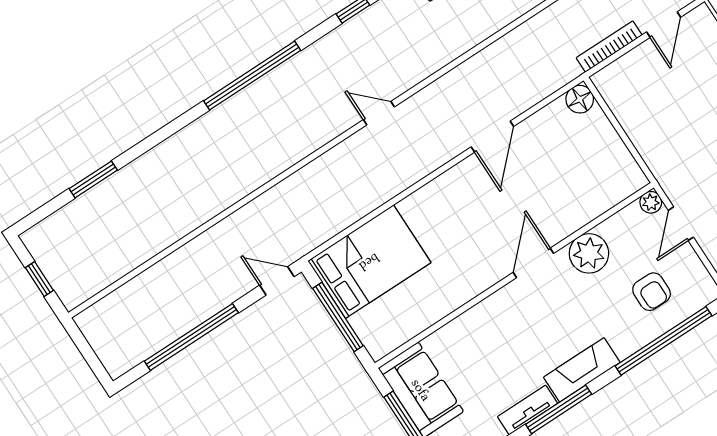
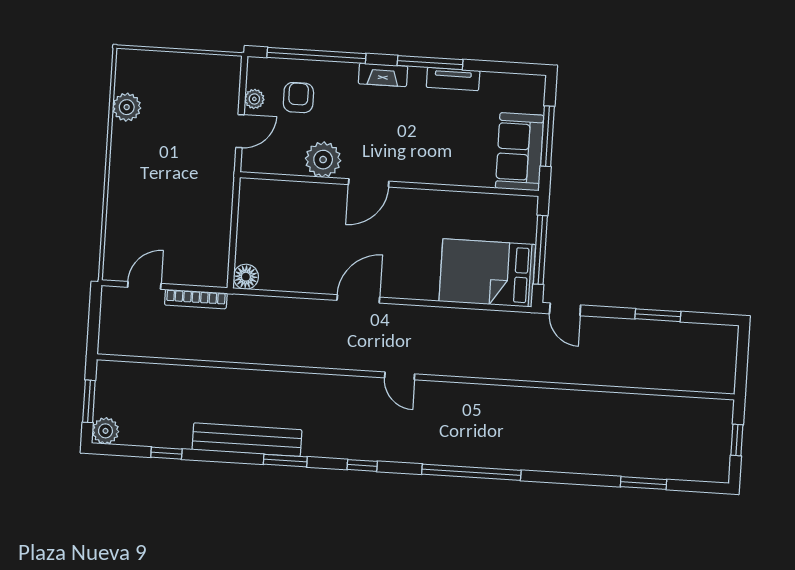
door: (492, 137) -> (358, 299), moved
plant: (651, 202) -> (254, 99), moved
window: (191, 337) -> (658, 315), width x0.47
fireplace: (582, 370) -> (383, 75), width x0.73, depth x0.76

